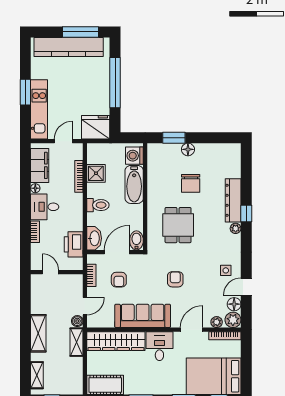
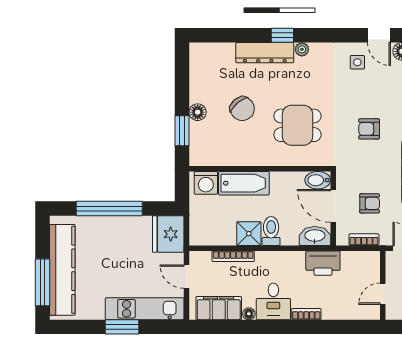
window: (81, 32) -> (42, 282), moved
shower: (96, 173) -> (249, 234), moved
chair: (191, 183) -> (242, 109), turned 49
door: (50, 272) -> (383, 294), moved
wall: (57, 272) -> (383, 285), moved

